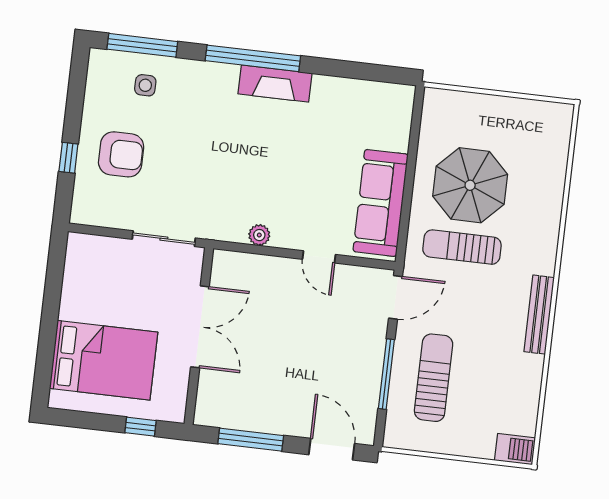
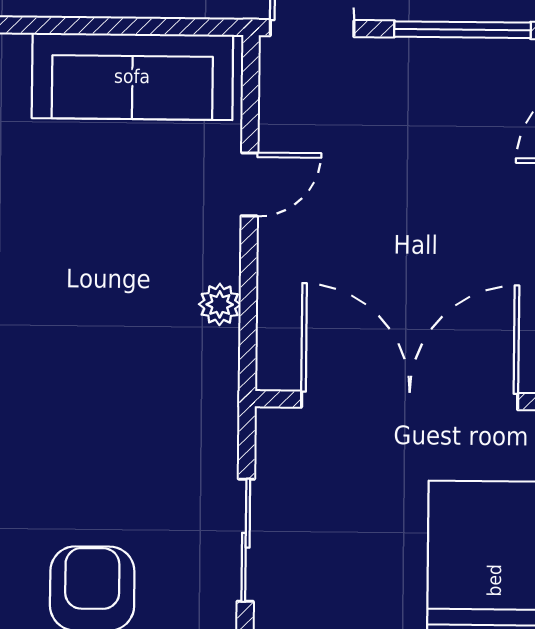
sliding door: (164, 239) -> (246, 540), moved
double door: (200, 327) -> (410, 400), width x1.36

